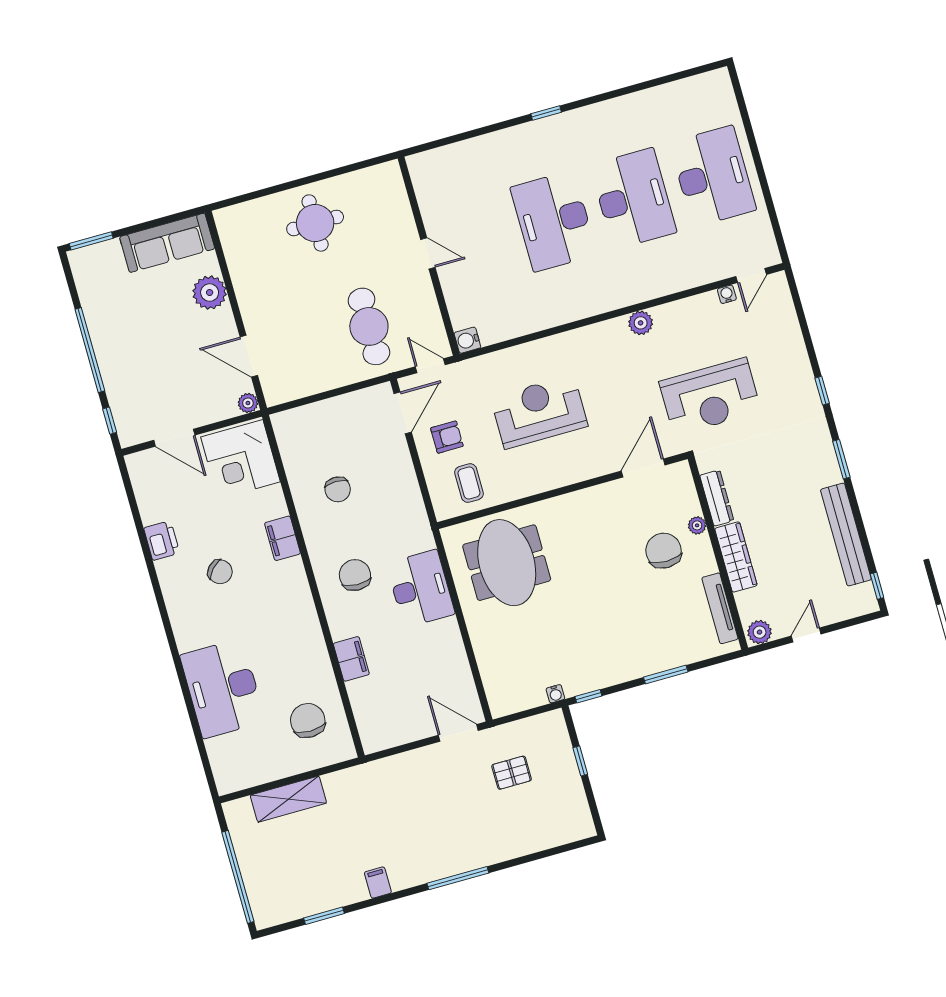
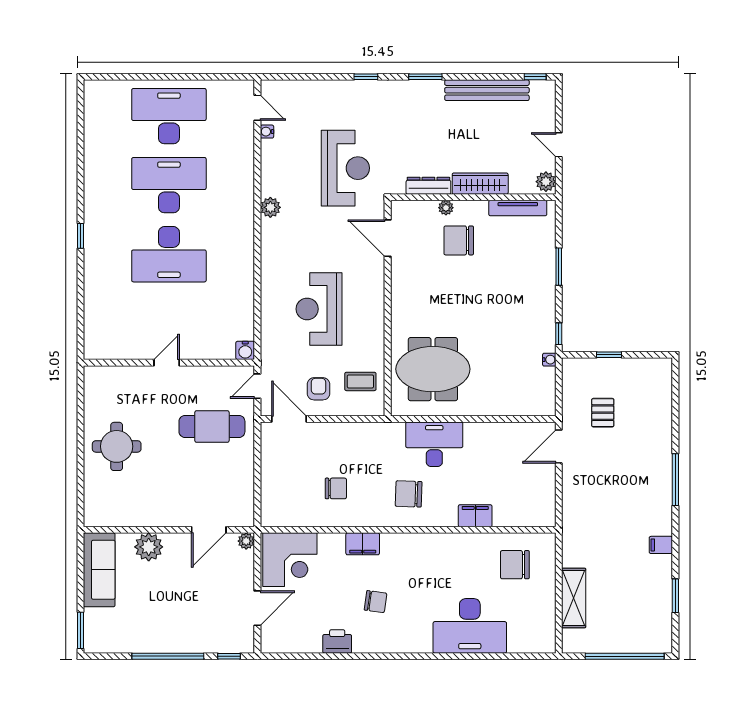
chair: (220, 572) -> (375, 602), turned 55

